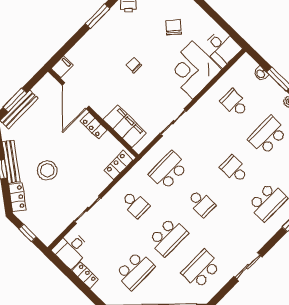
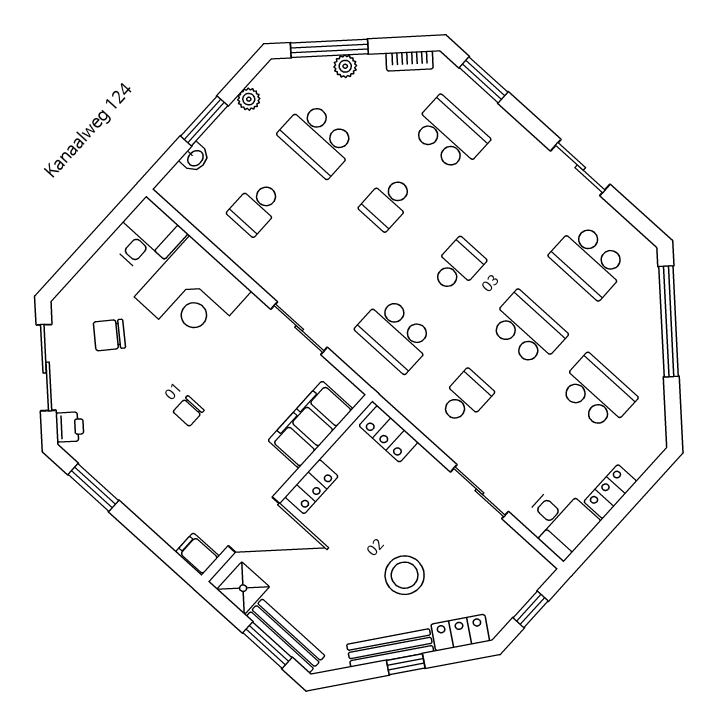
shower: (44, 89) -> (243, 588), added

